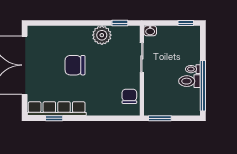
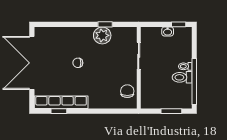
window: (120, 23) -> (105, 24), moved
washbasin: (150, 31) -> (168, 31), moved
chair: (75, 65) -> (78, 63), width x0.54, depth x0.54
window: (160, 118) -> (171, 111), moved

